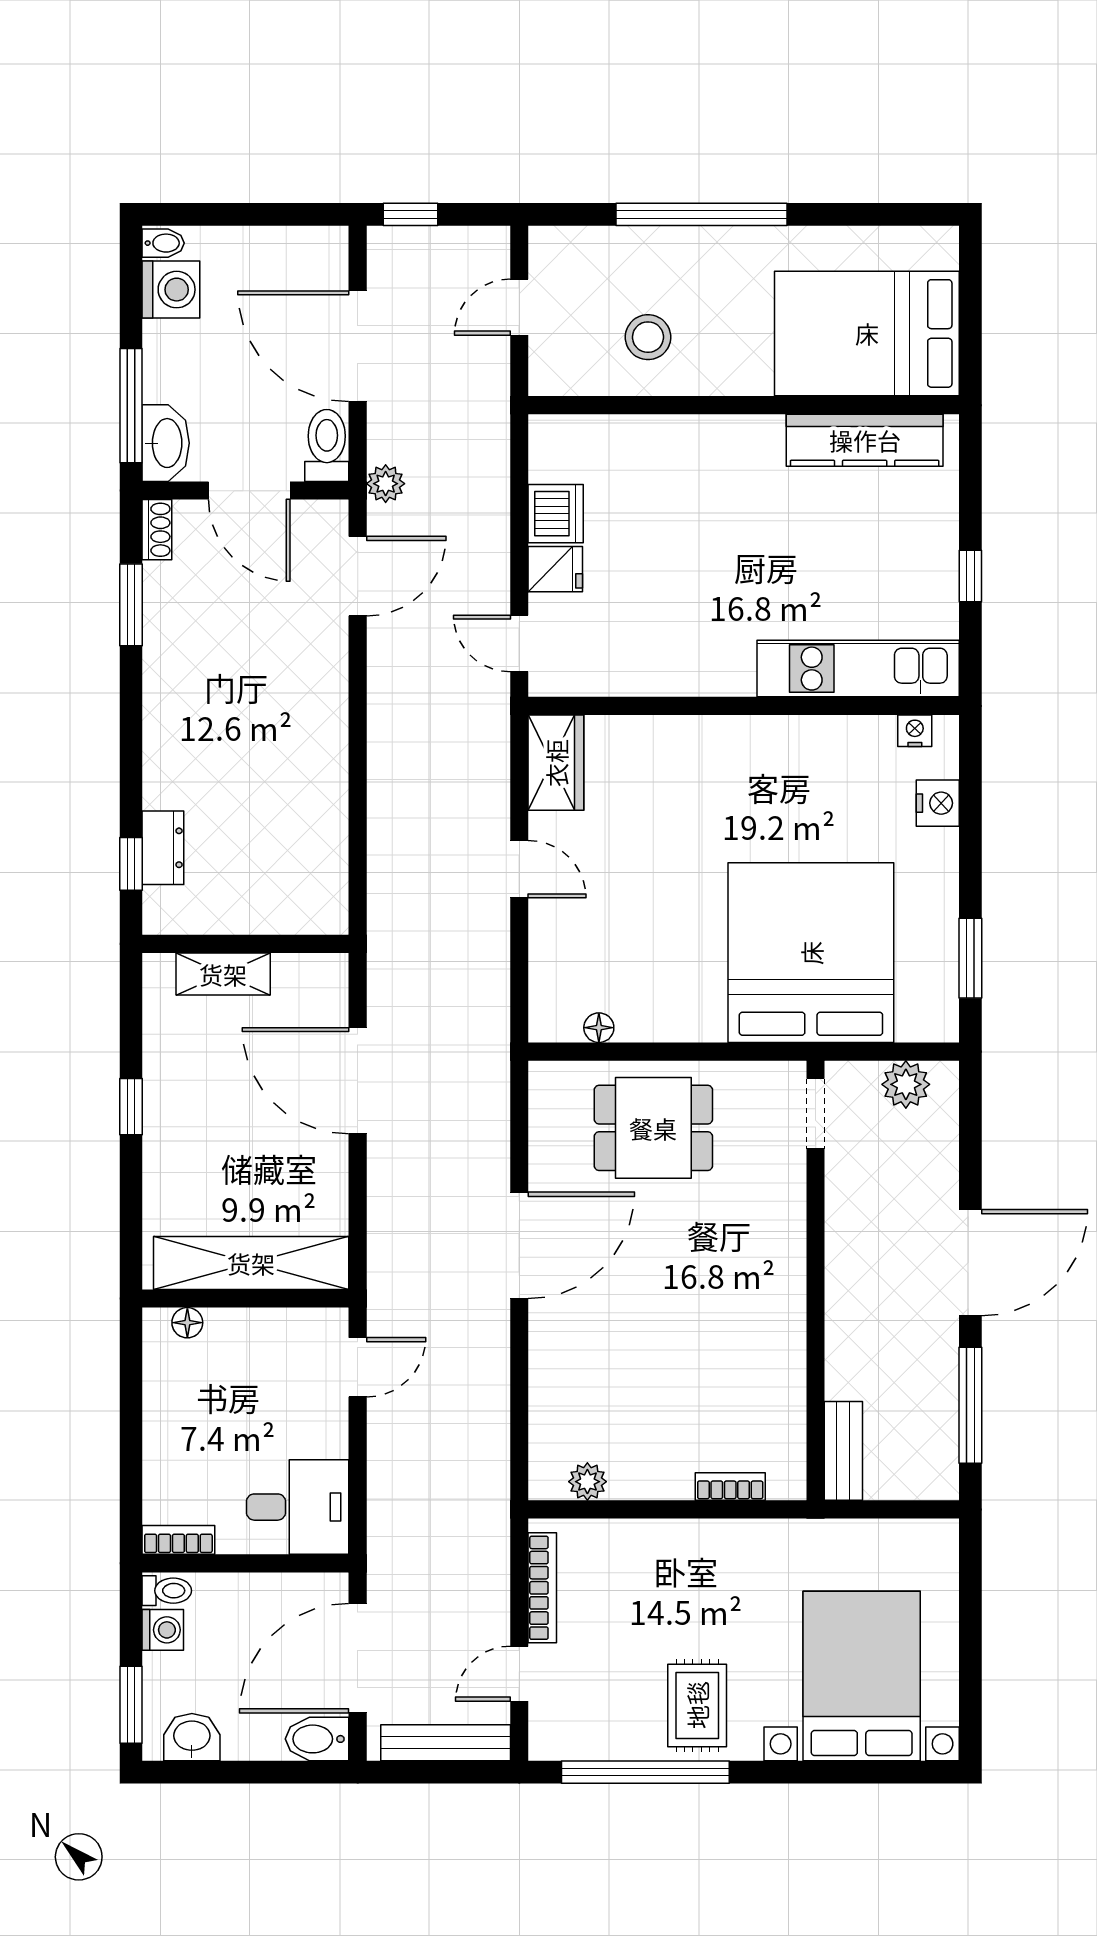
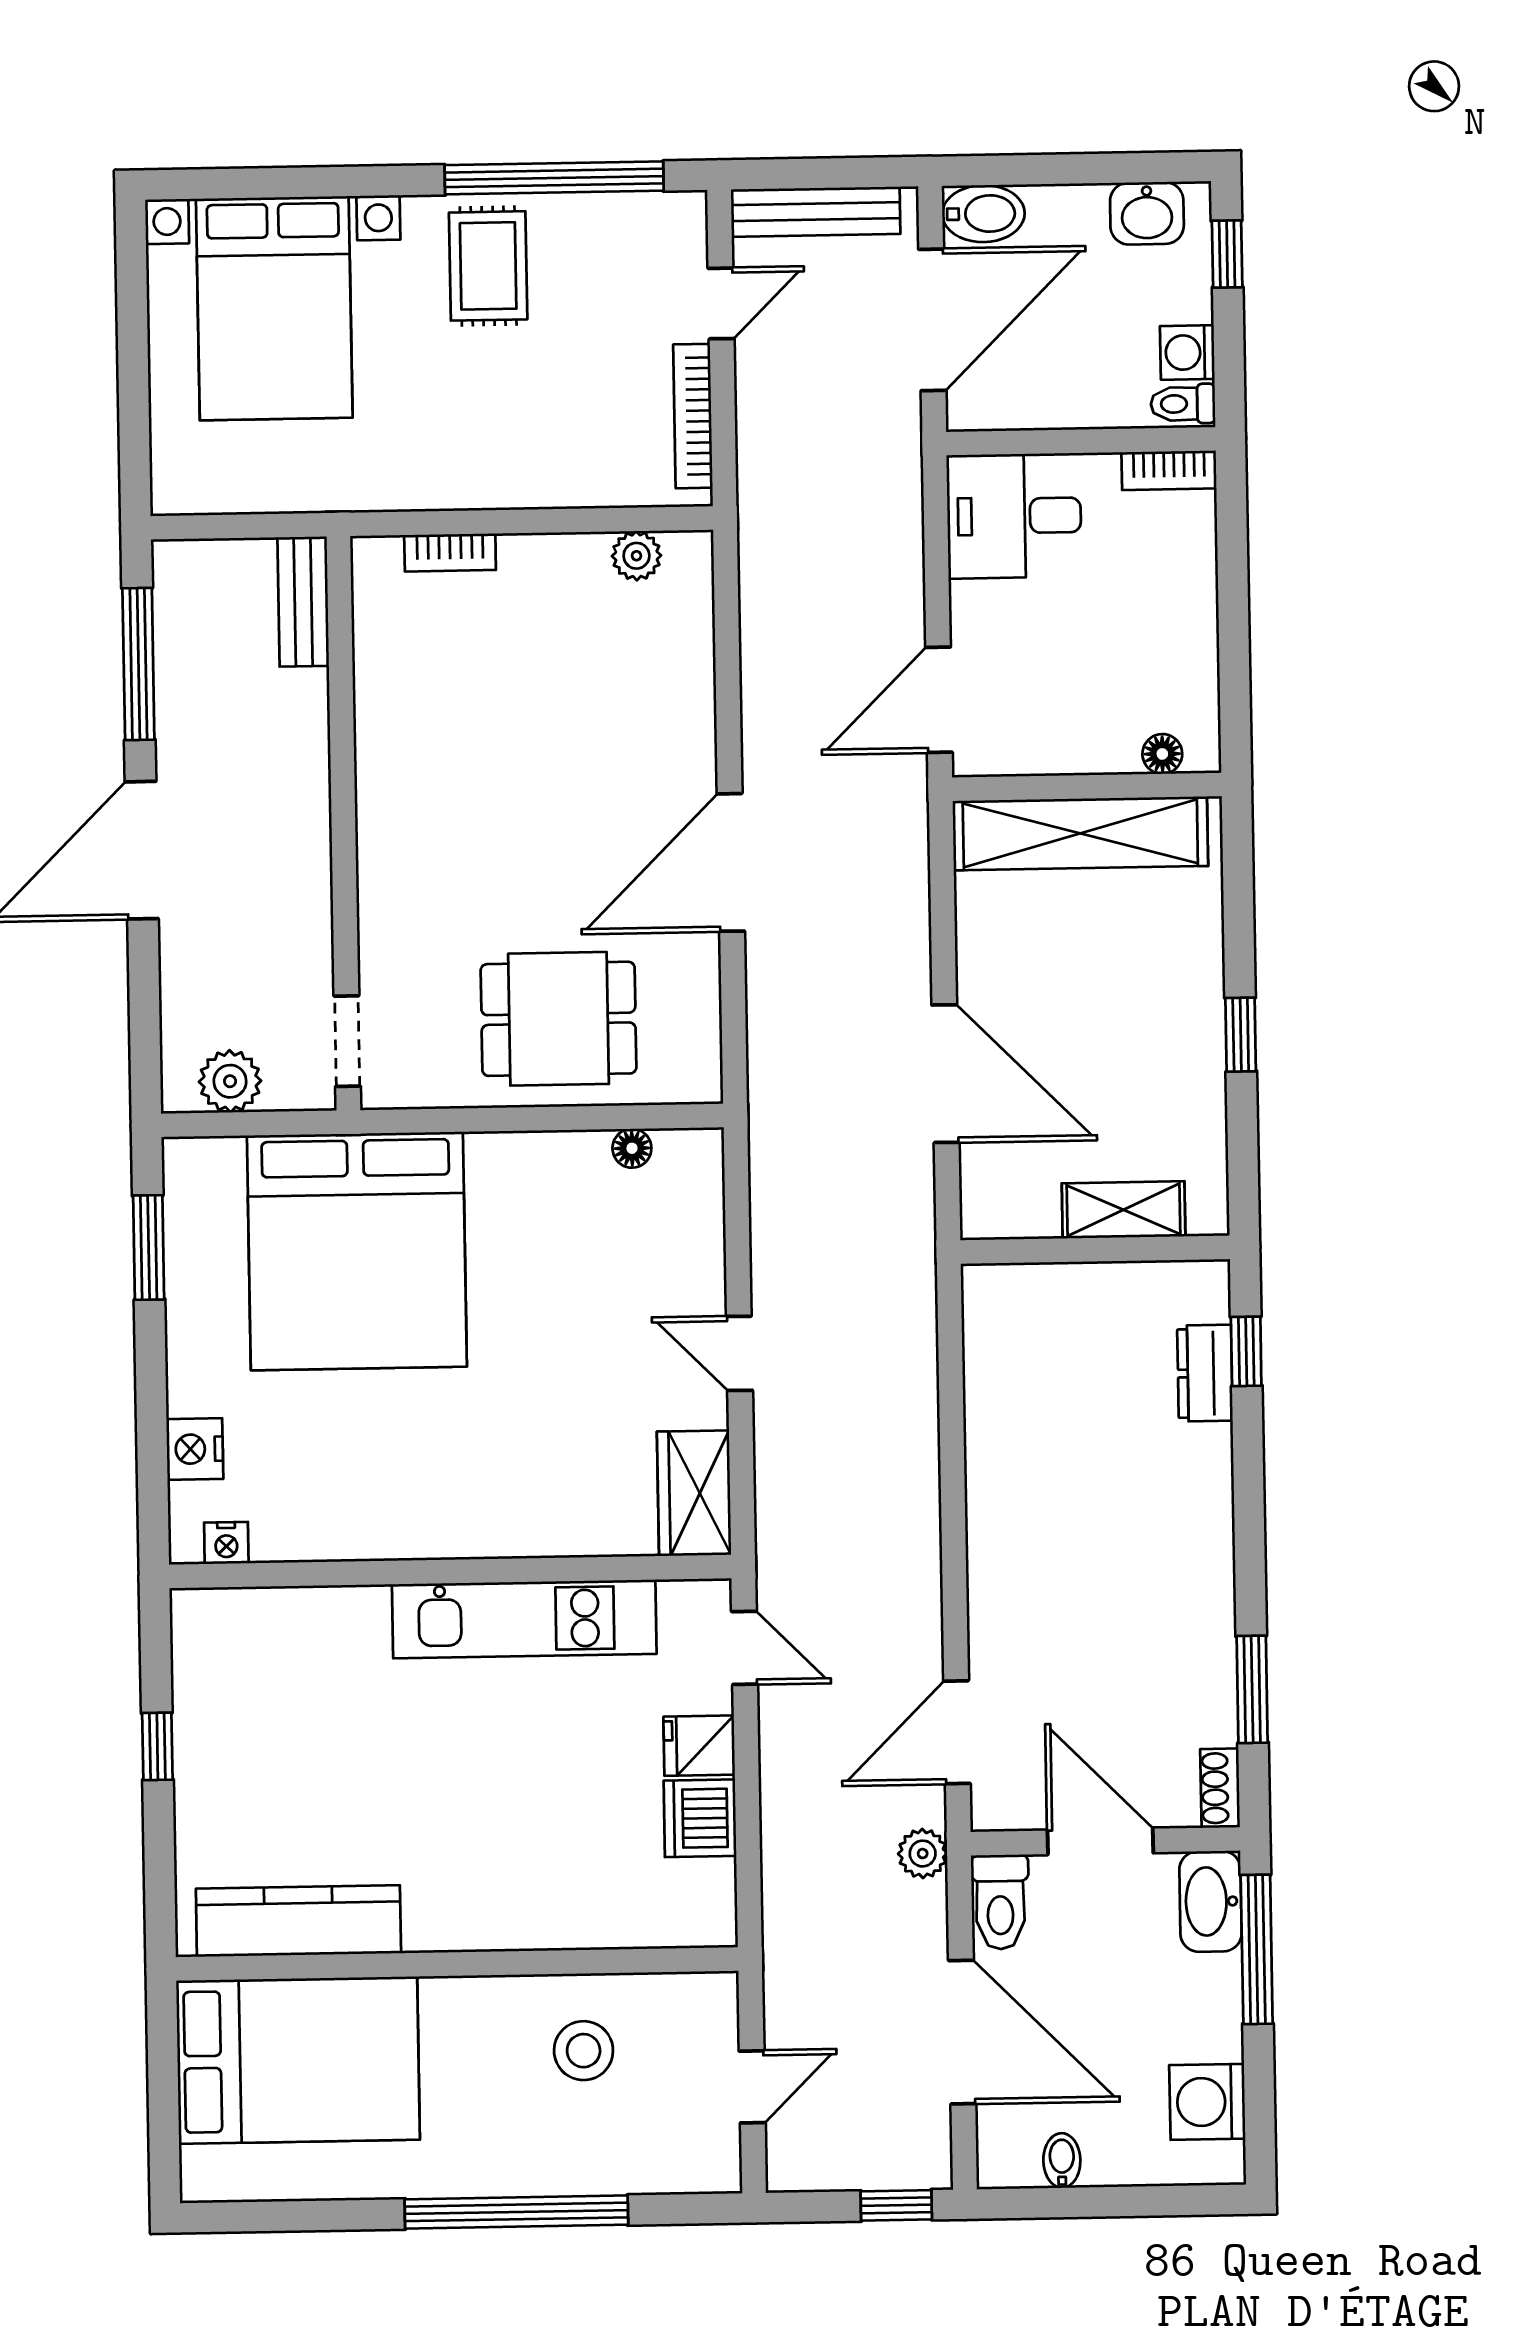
bidet: (163, 243) -> (1062, 2160), moved, turned 90
kitchen unit: (858, 669) -> (524, 1619), moved
door: (358, 1367) -> (939, 700), width x1.38
window: (131, 1705) -> (1227, 254), width x0.67

